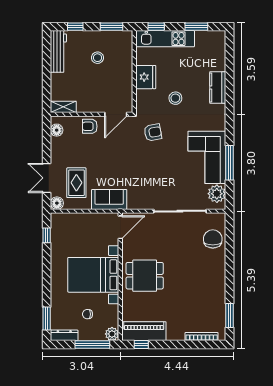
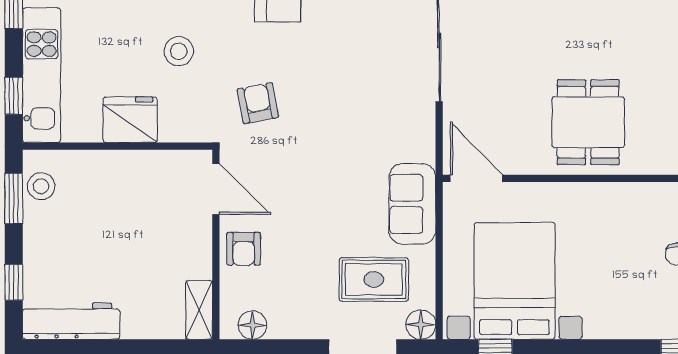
stool: (98, 58) -> (41, 186), moved
bed with nightstands: (93, 275) -> (515, 281), moved, turned 180

